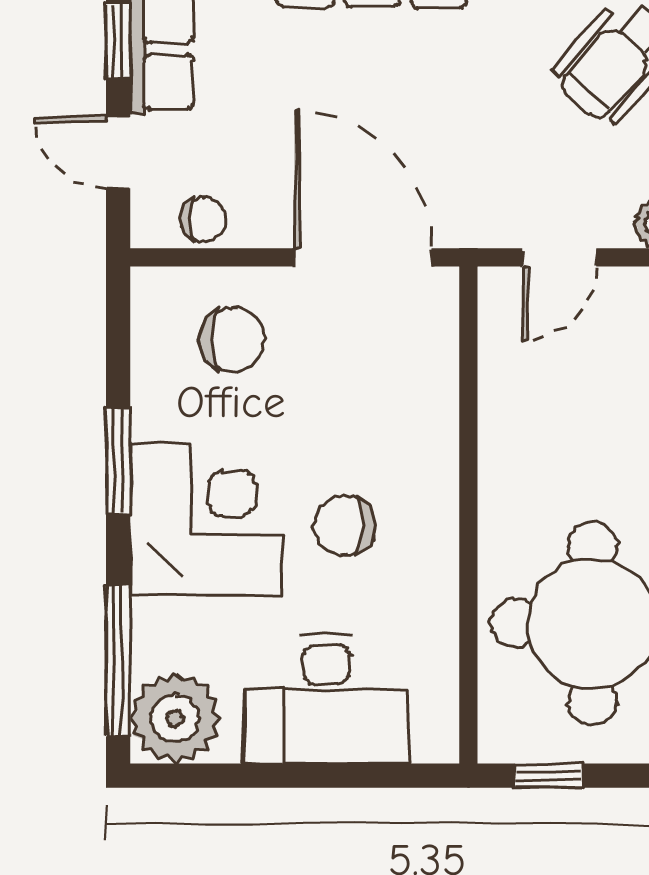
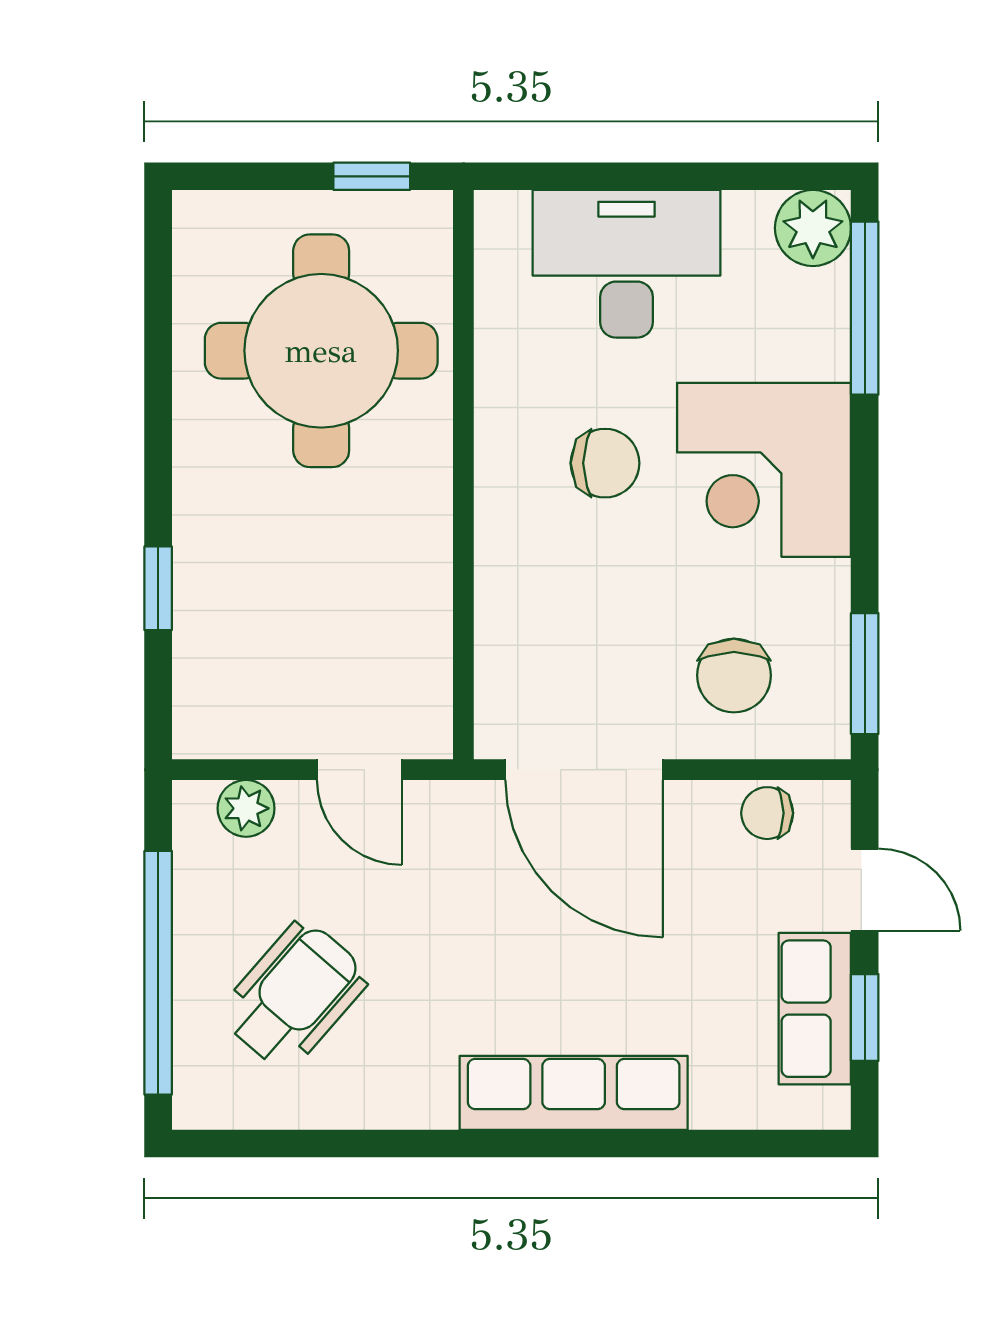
door: (559, 257) -> (359, 770), swing flipped
chair: (232, 340) -> (734, 675), turned -90
window: (118, 461) -> (865, 674), moved
plant: (175, 718) -> (813, 228), width x0.73, depth x0.73

